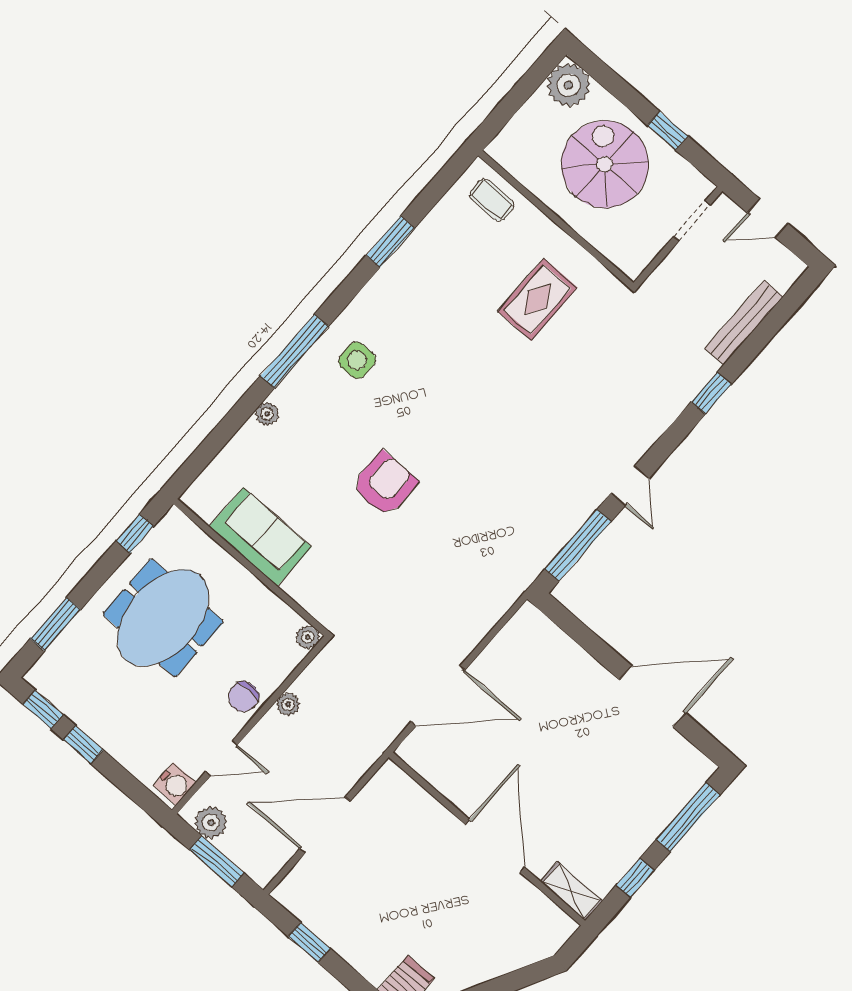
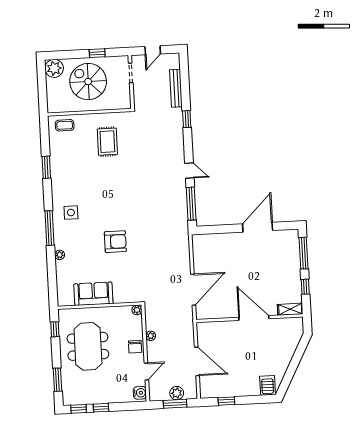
armchair: (385, 484) -> (115, 242), turned 90
plant: (211, 823) -> (177, 393), moved
door: (325, 825) -> (197, 361), swing flipped

